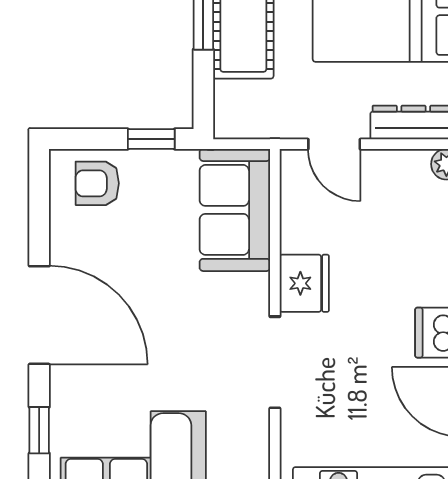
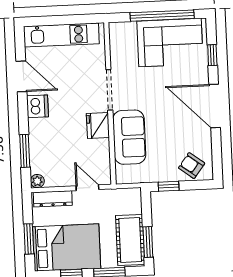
armchair: (97, 183) -> (192, 166), turned -143
sofa: (235, 210) -> (129, 137), moved

